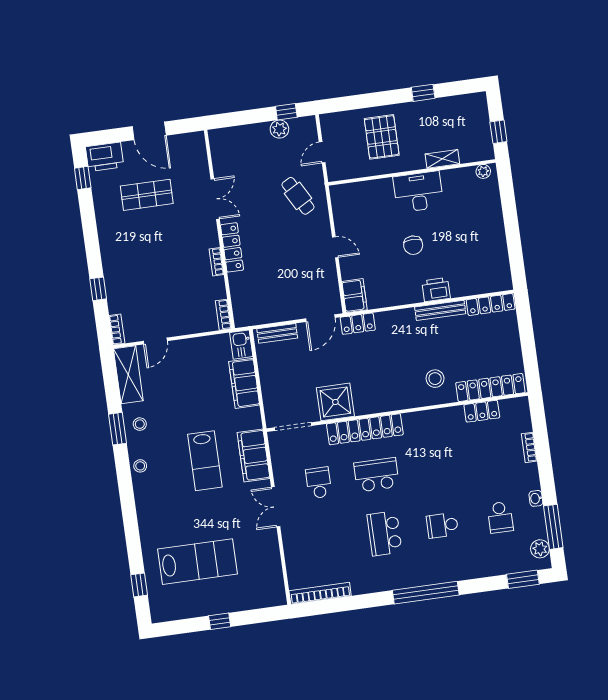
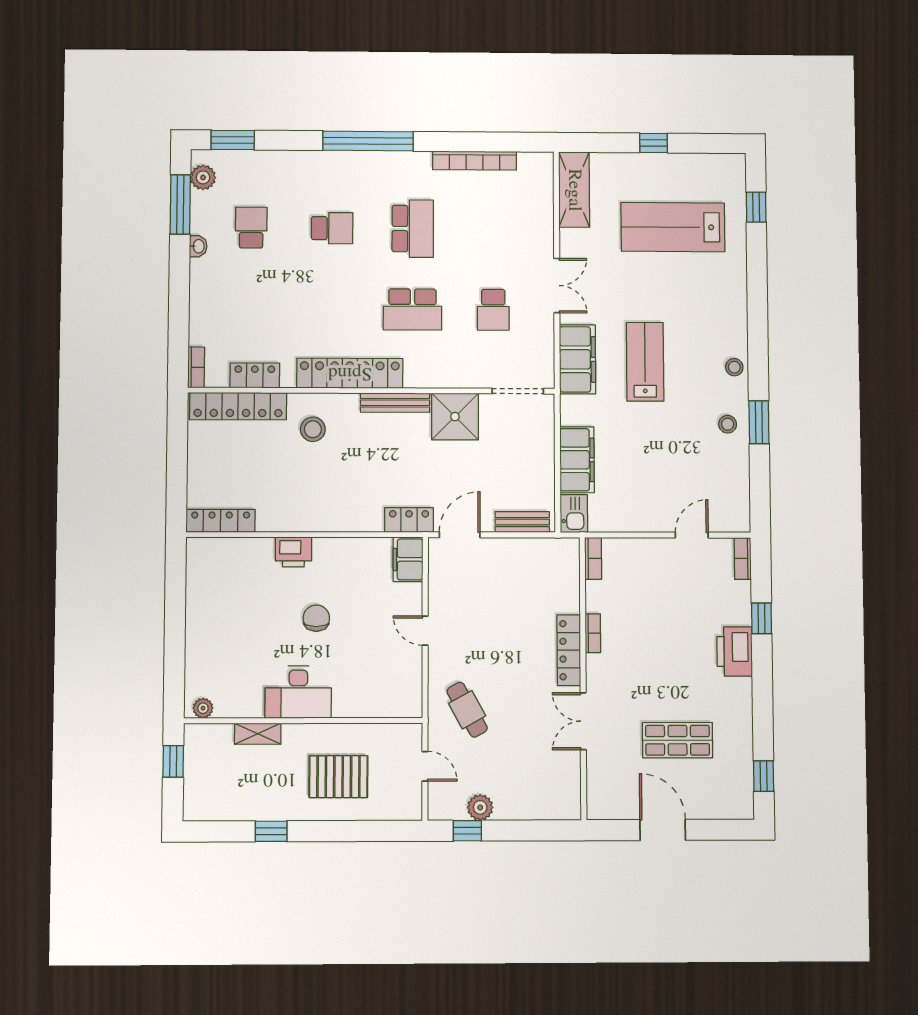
pallet: (382, 137) -> (338, 777), turned 90
door: (322, 152) -> (425, 766), hinge flipped
printer: (105, 157) -> (735, 651), moved, turned -90
bench: (440, 310) -> (395, 403), moved
shelving: (128, 375) -> (574, 190), moved
locker: (365, 429) -> (350, 373), moved
bookcase: (529, 447) -> (196, 367), moved
bookcase: (320, 593) -> (474, 161), moved

